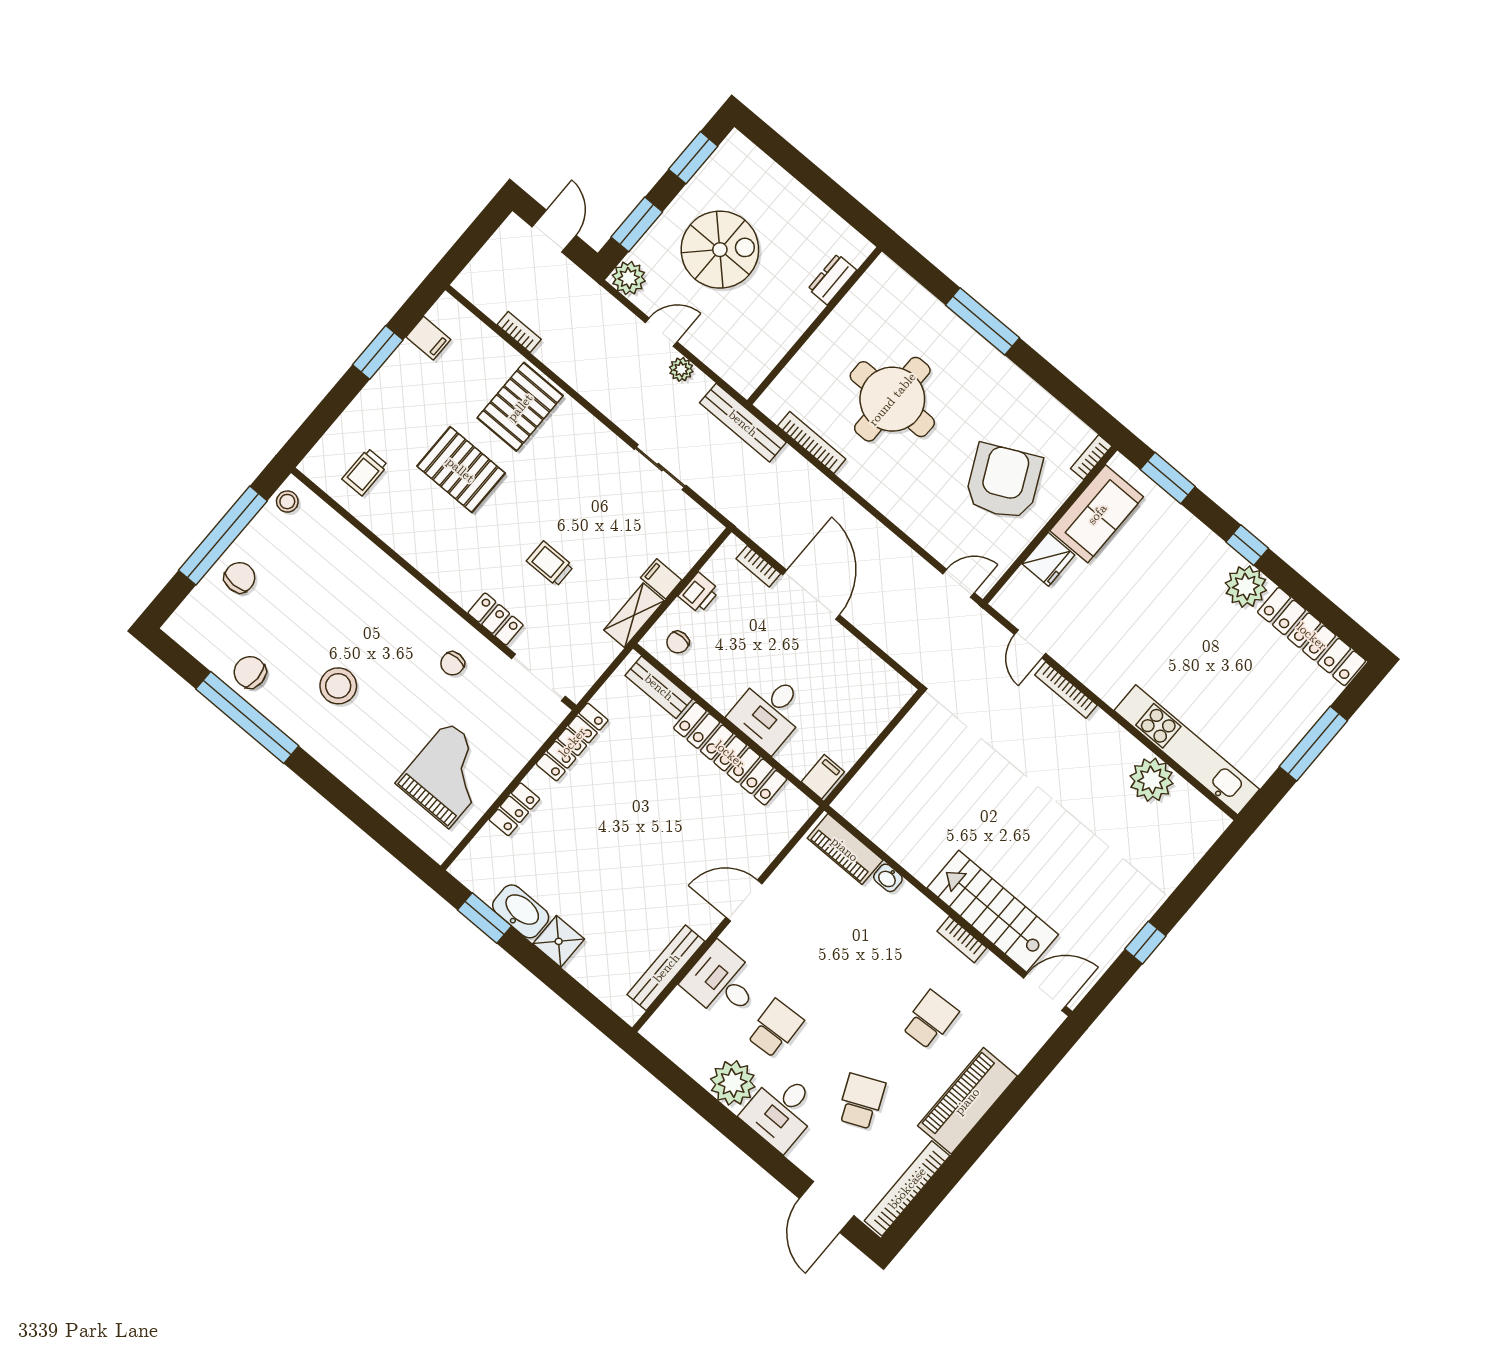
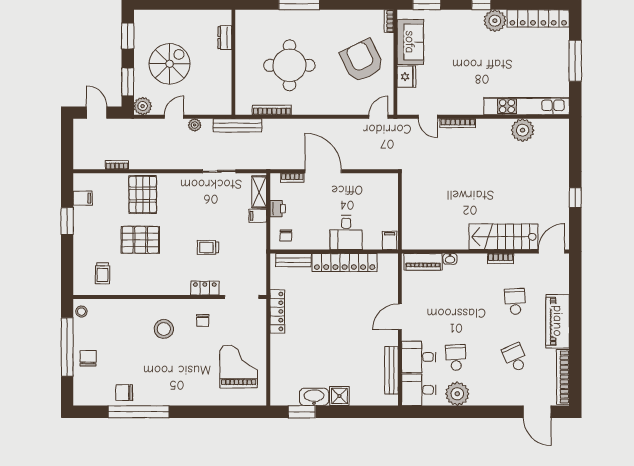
shelving: (634, 615) -> (259, 192), moved
stool: (338, 686) -> (164, 329), moved
locker: (514, 809) -> (277, 358), removed
desk: (781, 1111) -> (419, 390), moved, turned 90

